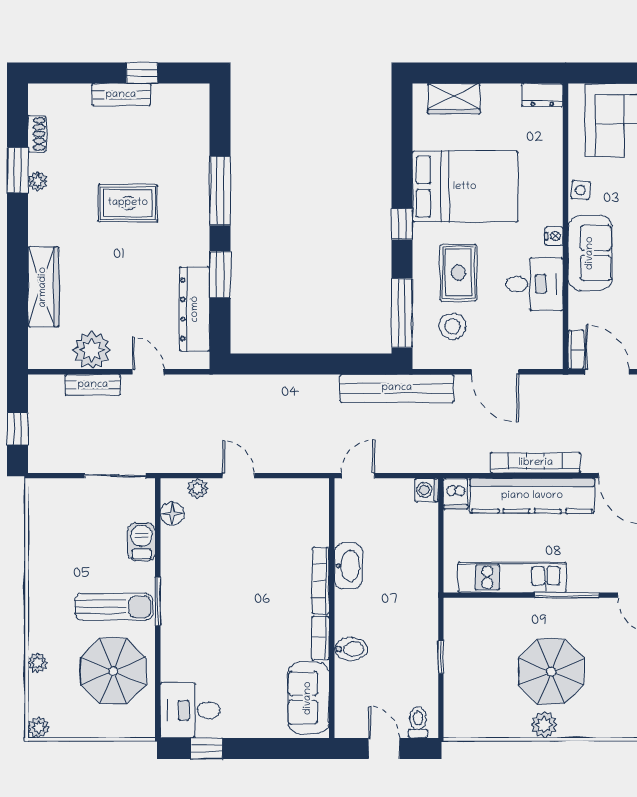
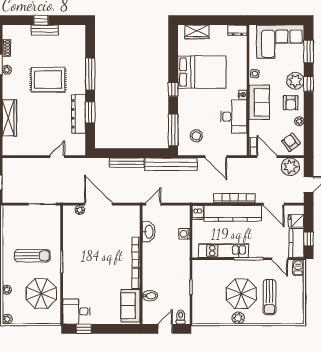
window: (142, 73) -> (41, 20), moved
rug: (128, 203) -> (48, 80), width x1.36, depth x1.43
rug: (458, 273) -> (199, 111), removed
desk: (534, 284) -> (234, 117), width x1.37
dresser: (195, 309) -> (78, 114), moved
plant: (92, 350) -> (31, 147), removed
door: (148, 372) -> (57, 157), hinge flipped
bench: (93, 385) -> (127, 163), moved, width x1.36
door: (238, 476) -> (98, 204), width x1.87
washing machine: (427, 490) -> (184, 234), moved
floor lamp: (172, 514) -> (68, 221), removed
barbecue: (142, 542) -> (54, 234), removed
washbasin: (348, 566) -> (149, 232), moved
sun lounger: (114, 607) -> (32, 256), moved
bidet: (351, 649) -> (150, 296), moved
sun lounger: (613, 679) -> (270, 297), added
door: (384, 748) -> (165, 329), hinge flipped

